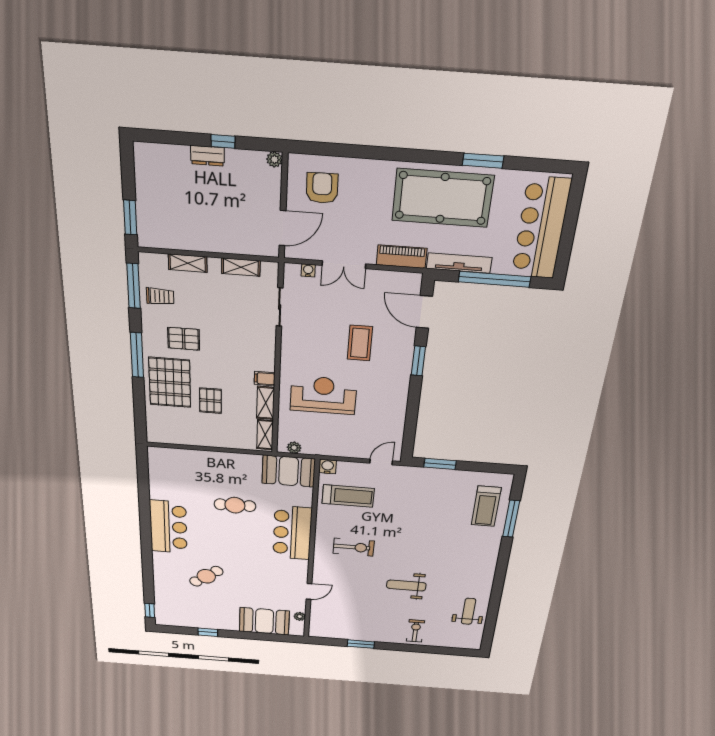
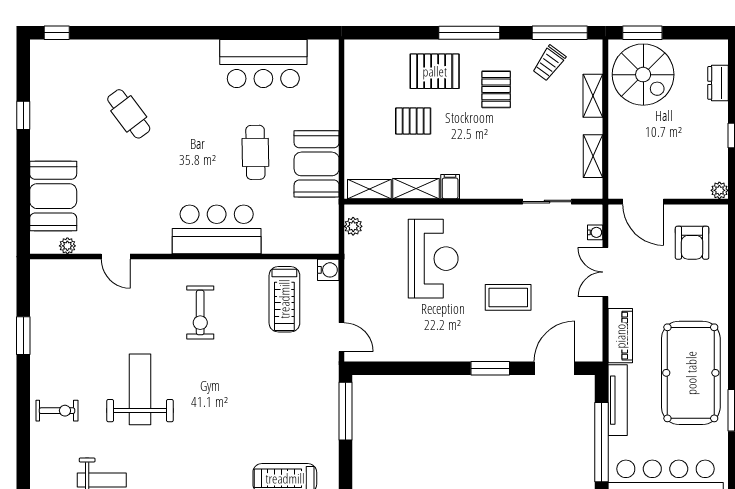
dresser: (207, 156) -> (718, 83), moved
armchair: (322, 188) -> (692, 243), turned 91
spiral stairs: (168, 220) -> (643, 75), added
trolley: (160, 296) -> (549, 63), turned 36
pallet: (170, 382) -> (435, 71), width x0.73, depth x0.71
window: (440, 464) -> (345, 411), width x1.44
booth: (289, 471) -> (317, 164), moved
bar counter: (168, 527) -> (263, 64), moved
weight bench: (406, 585) -> (140, 389), width x1.36, depth x1.33

